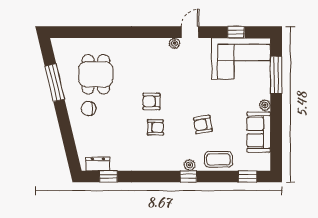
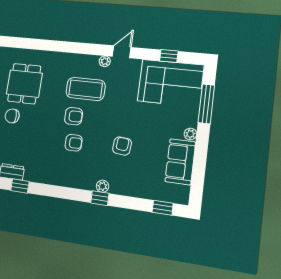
armchair: (151, 101) -> (73, 116), turned 180
armchair: (203, 125) -> (122, 146), turned 105
coffee table: (218, 159) -> (86, 89), moved, width x1.36, depth x1.32

